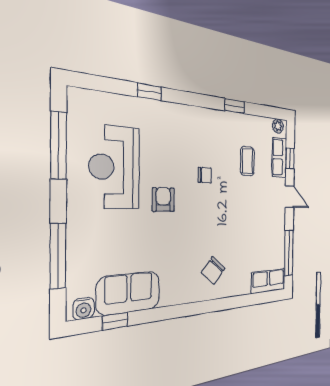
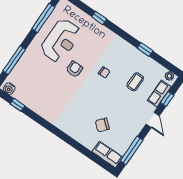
reception desk: (115, 167) -> (61, 41), turned 180
chair: (213, 270) -> (102, 125), moved
sofa: (129, 293) -> (31, 98), removed

